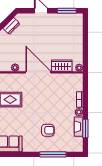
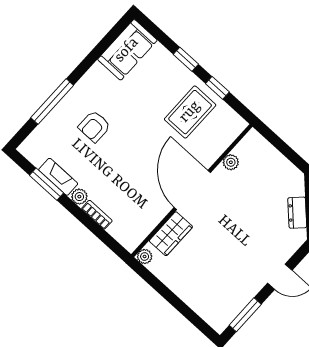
door: (38, 72) -> (192, 190), swing flipped

